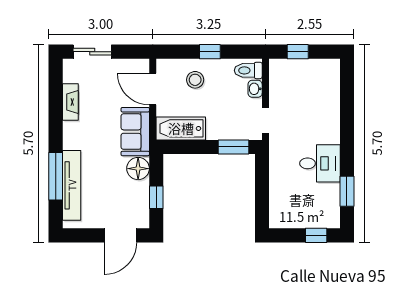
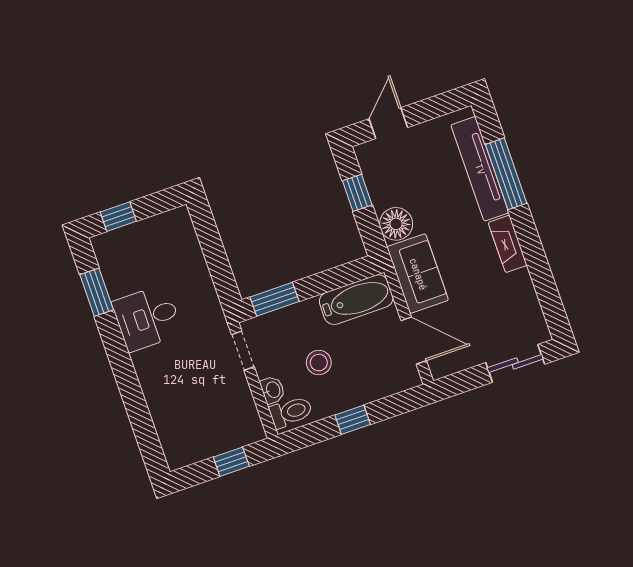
stool: (195, 80) -> (319, 363), moved
fireplace: (70, 102) -> (508, 244), moved
door: (120, 235) -> (388, 123), width x0.73

